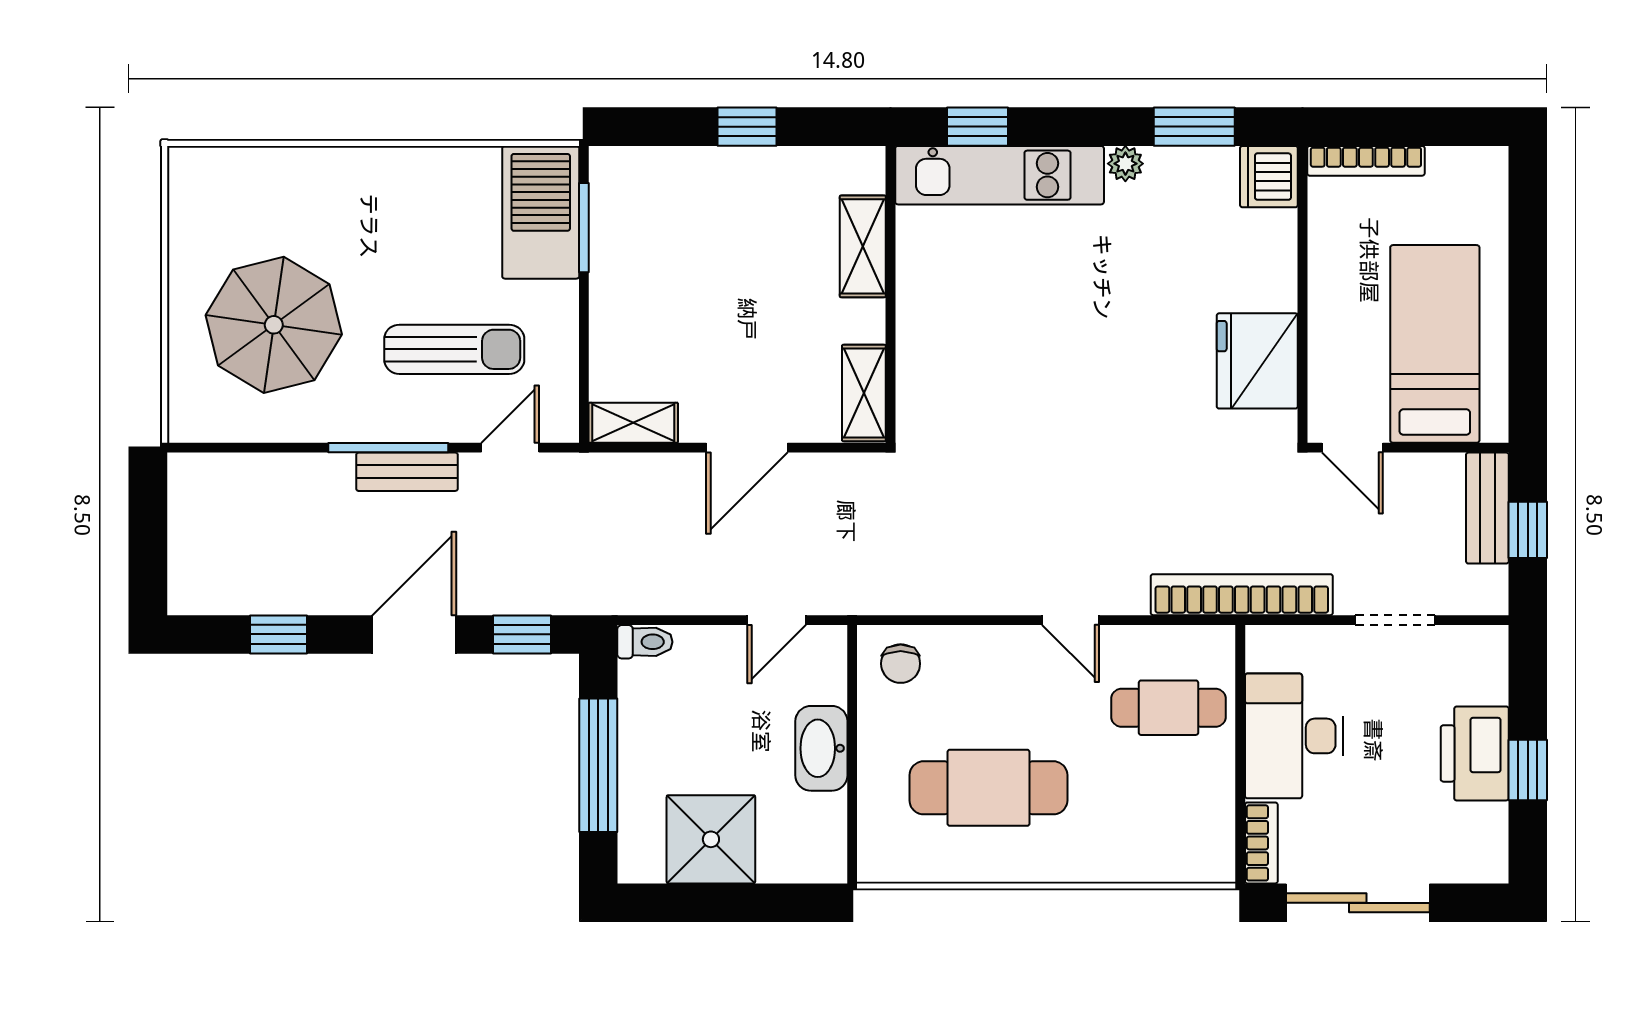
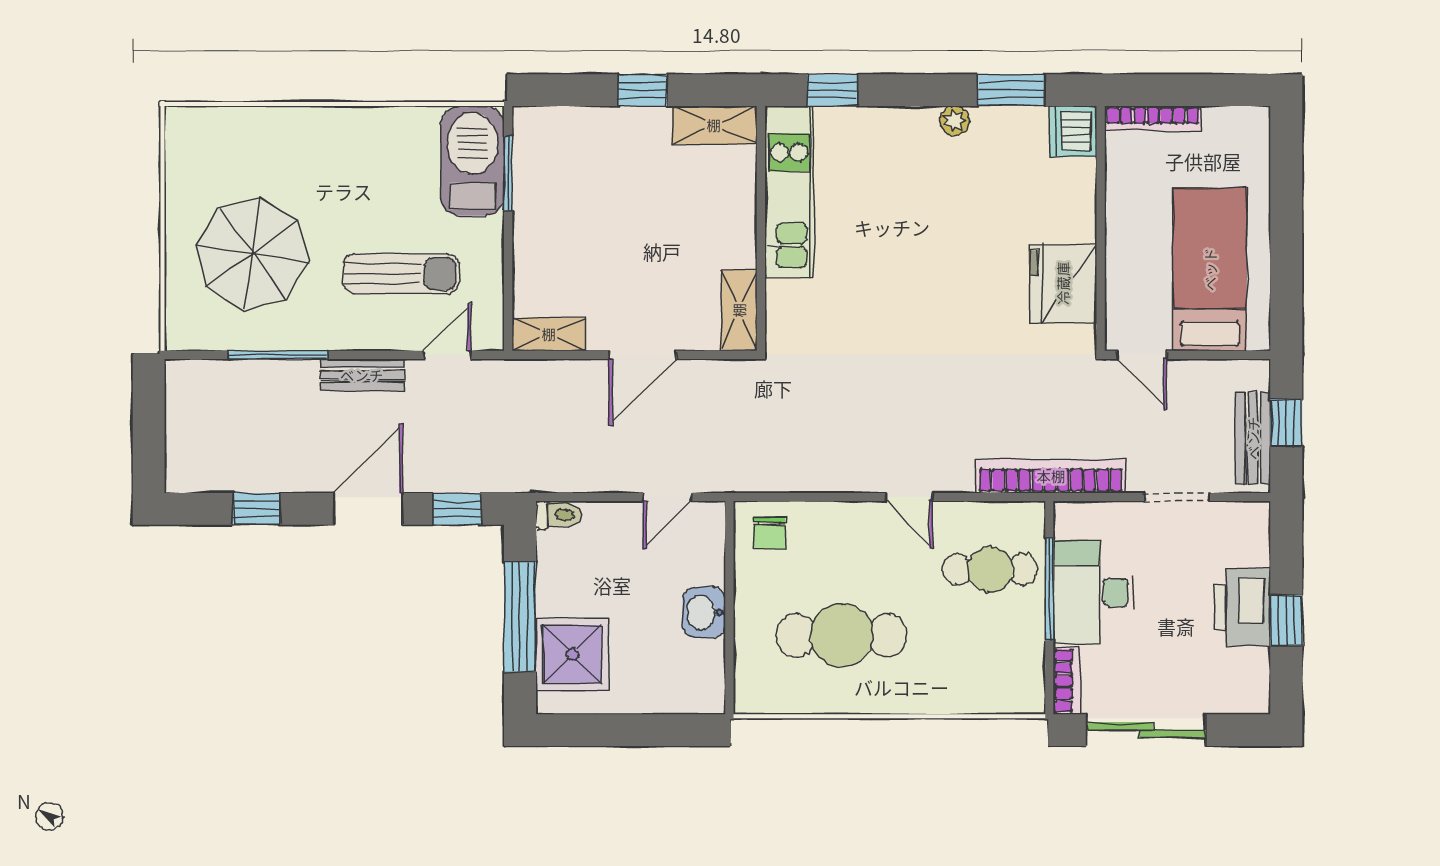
kitchen unit: (1000, 175) -> (789, 192), moved, turned -90
shelving: (863, 246) -> (714, 125), moved, turned 90
window: (388, 448) -> (278, 355), moved
bench: (1487, 508) -> (1253, 438), moved
window: (1240, 732) -> (1049, 589), added
washbasin: (821, 748) -> (704, 612), width x0.72
shower: (711, 839) -> (572, 654), moved

